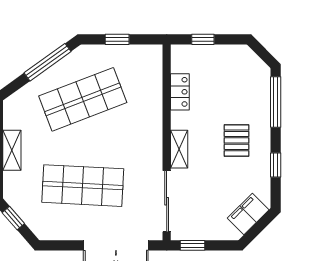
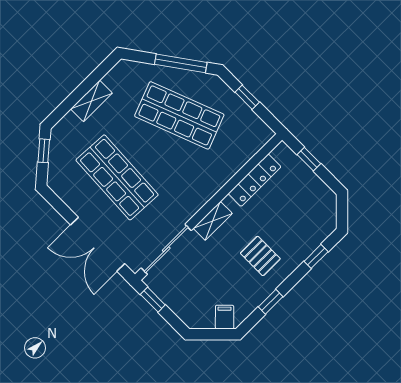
locker: (180, 92) -> (255, 180), width x1.53
window: (276, 102) -> (316, 256), width x0.46
pallet: (237, 140) -> (260, 256), turned 90
filing cabinet: (248, 214) -> (225, 317), width x0.50

